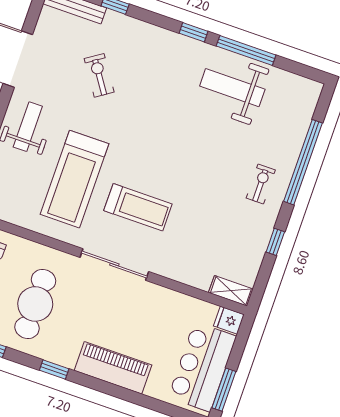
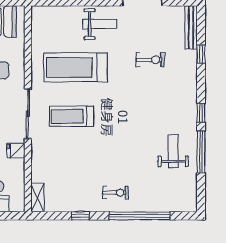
exercise bike: (99, 75) -> (150, 60), turned 34
weight bench: (232, 88) -> (173, 151), width x0.73, depth x0.75
treadmill: (138, 207) -> (72, 116), turned 90
fridge: (229, 320) -> (16, 151), moved, turned -90

